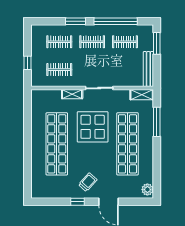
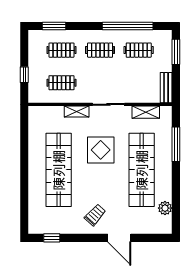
window: (76, 21) -> (54, 26), moved
bench: (148, 69) -> (166, 88), width x0.73
shelving: (142, 95) -> (146, 112), moved
display table: (93, 127) -> (101, 150), width x0.73, depth x0.73
plant: (147, 190) -> (165, 208), moved
window: (78, 202) -> (52, 238), moved

